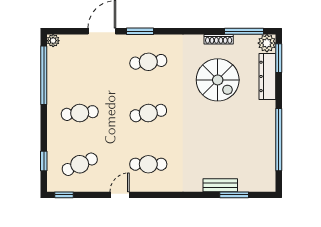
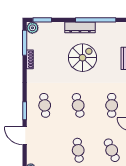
dresser: (267, 76) -> (80, 27), moved
spiral stairs: (218, 80) -> (82, 58), moved

